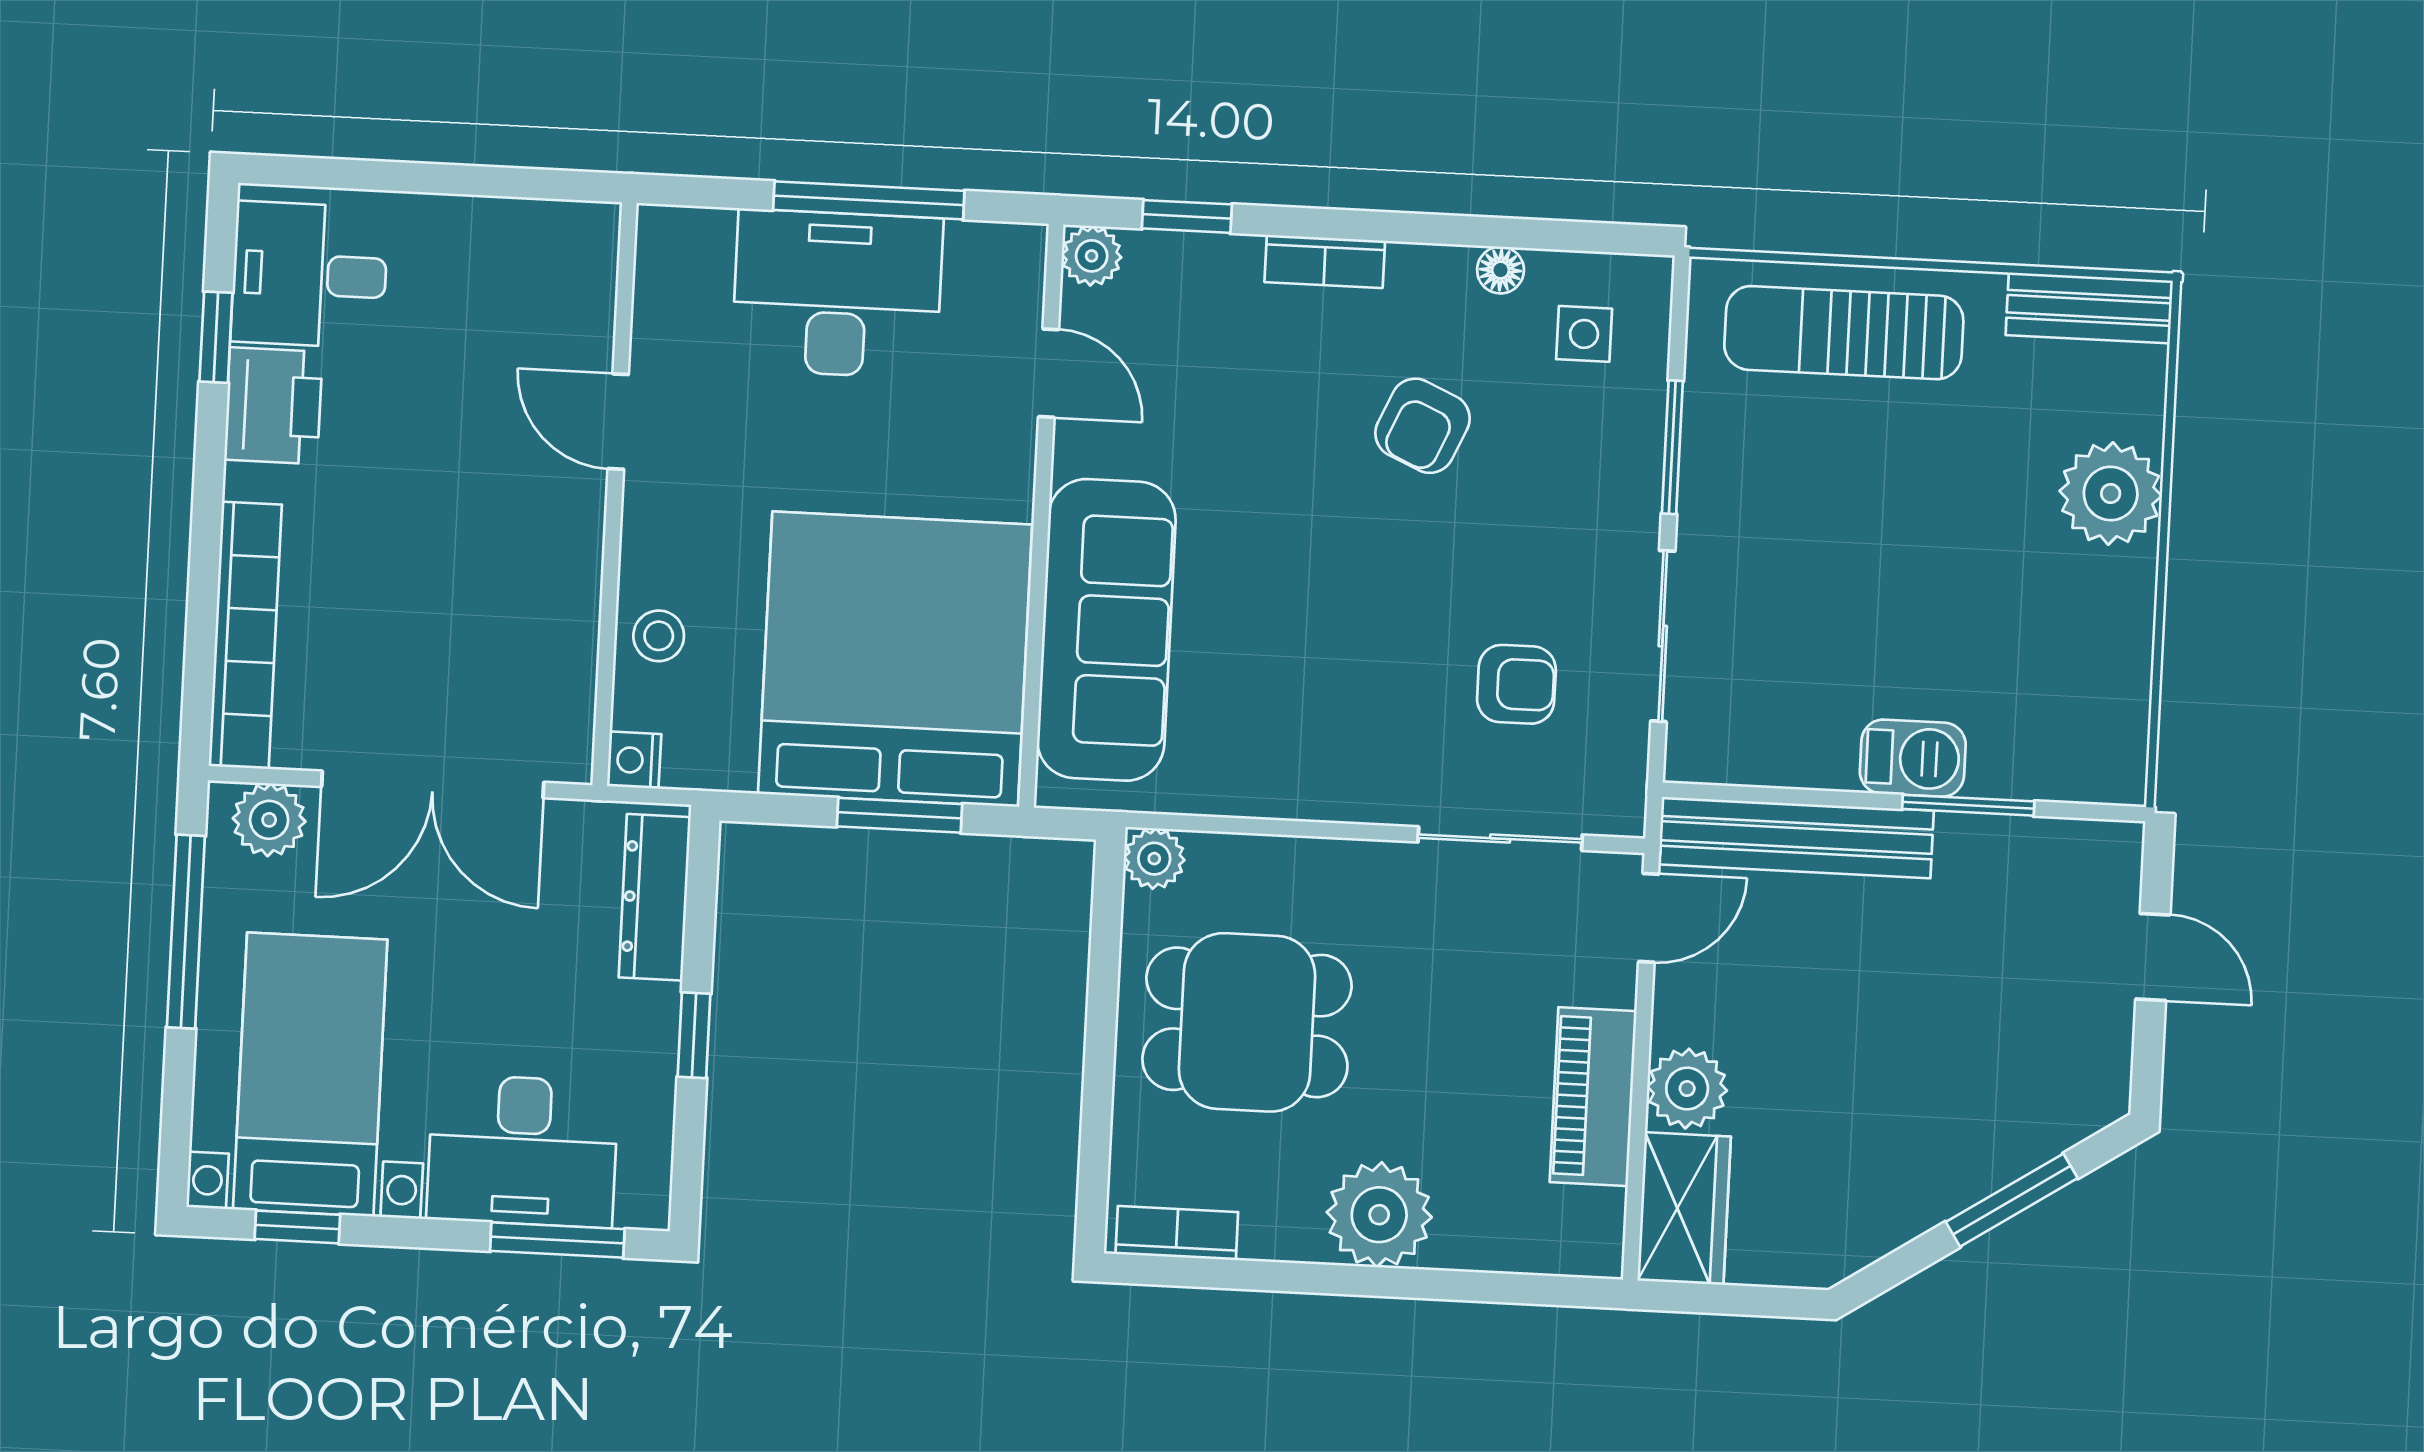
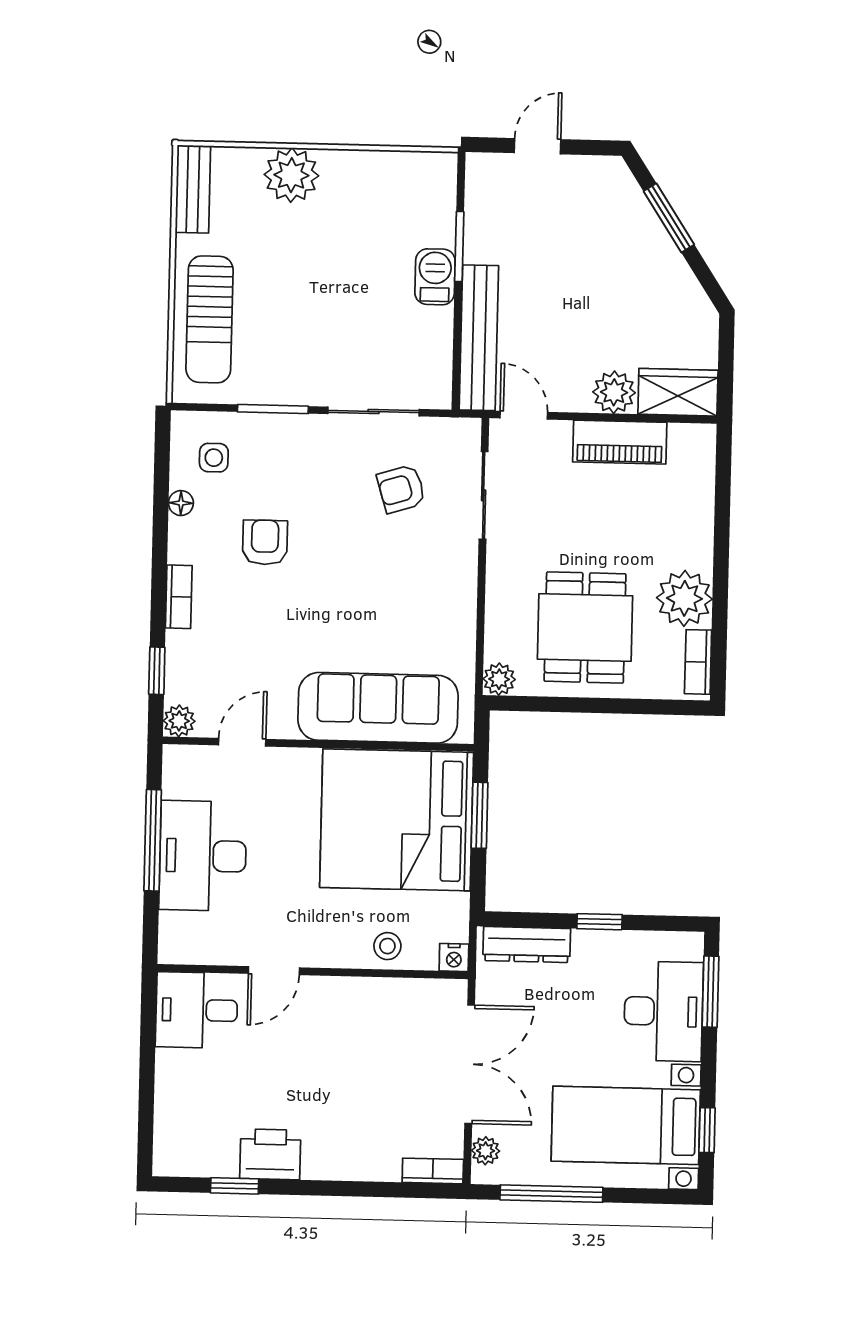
desk: (310, 275) -> (197, 1010), moved, turned 90
armchair: (1422, 426) -> (265, 542), turned -114
bookcase: (245, 635) -> (433, 1171), width x0.43, depth x0.76
armchair: (1516, 684) -> (401, 489), turned -107
plant: (269, 820) -> (485, 1151), width x0.73, depth x0.73
plant: (1379, 1215) -> (684, 598), moved

